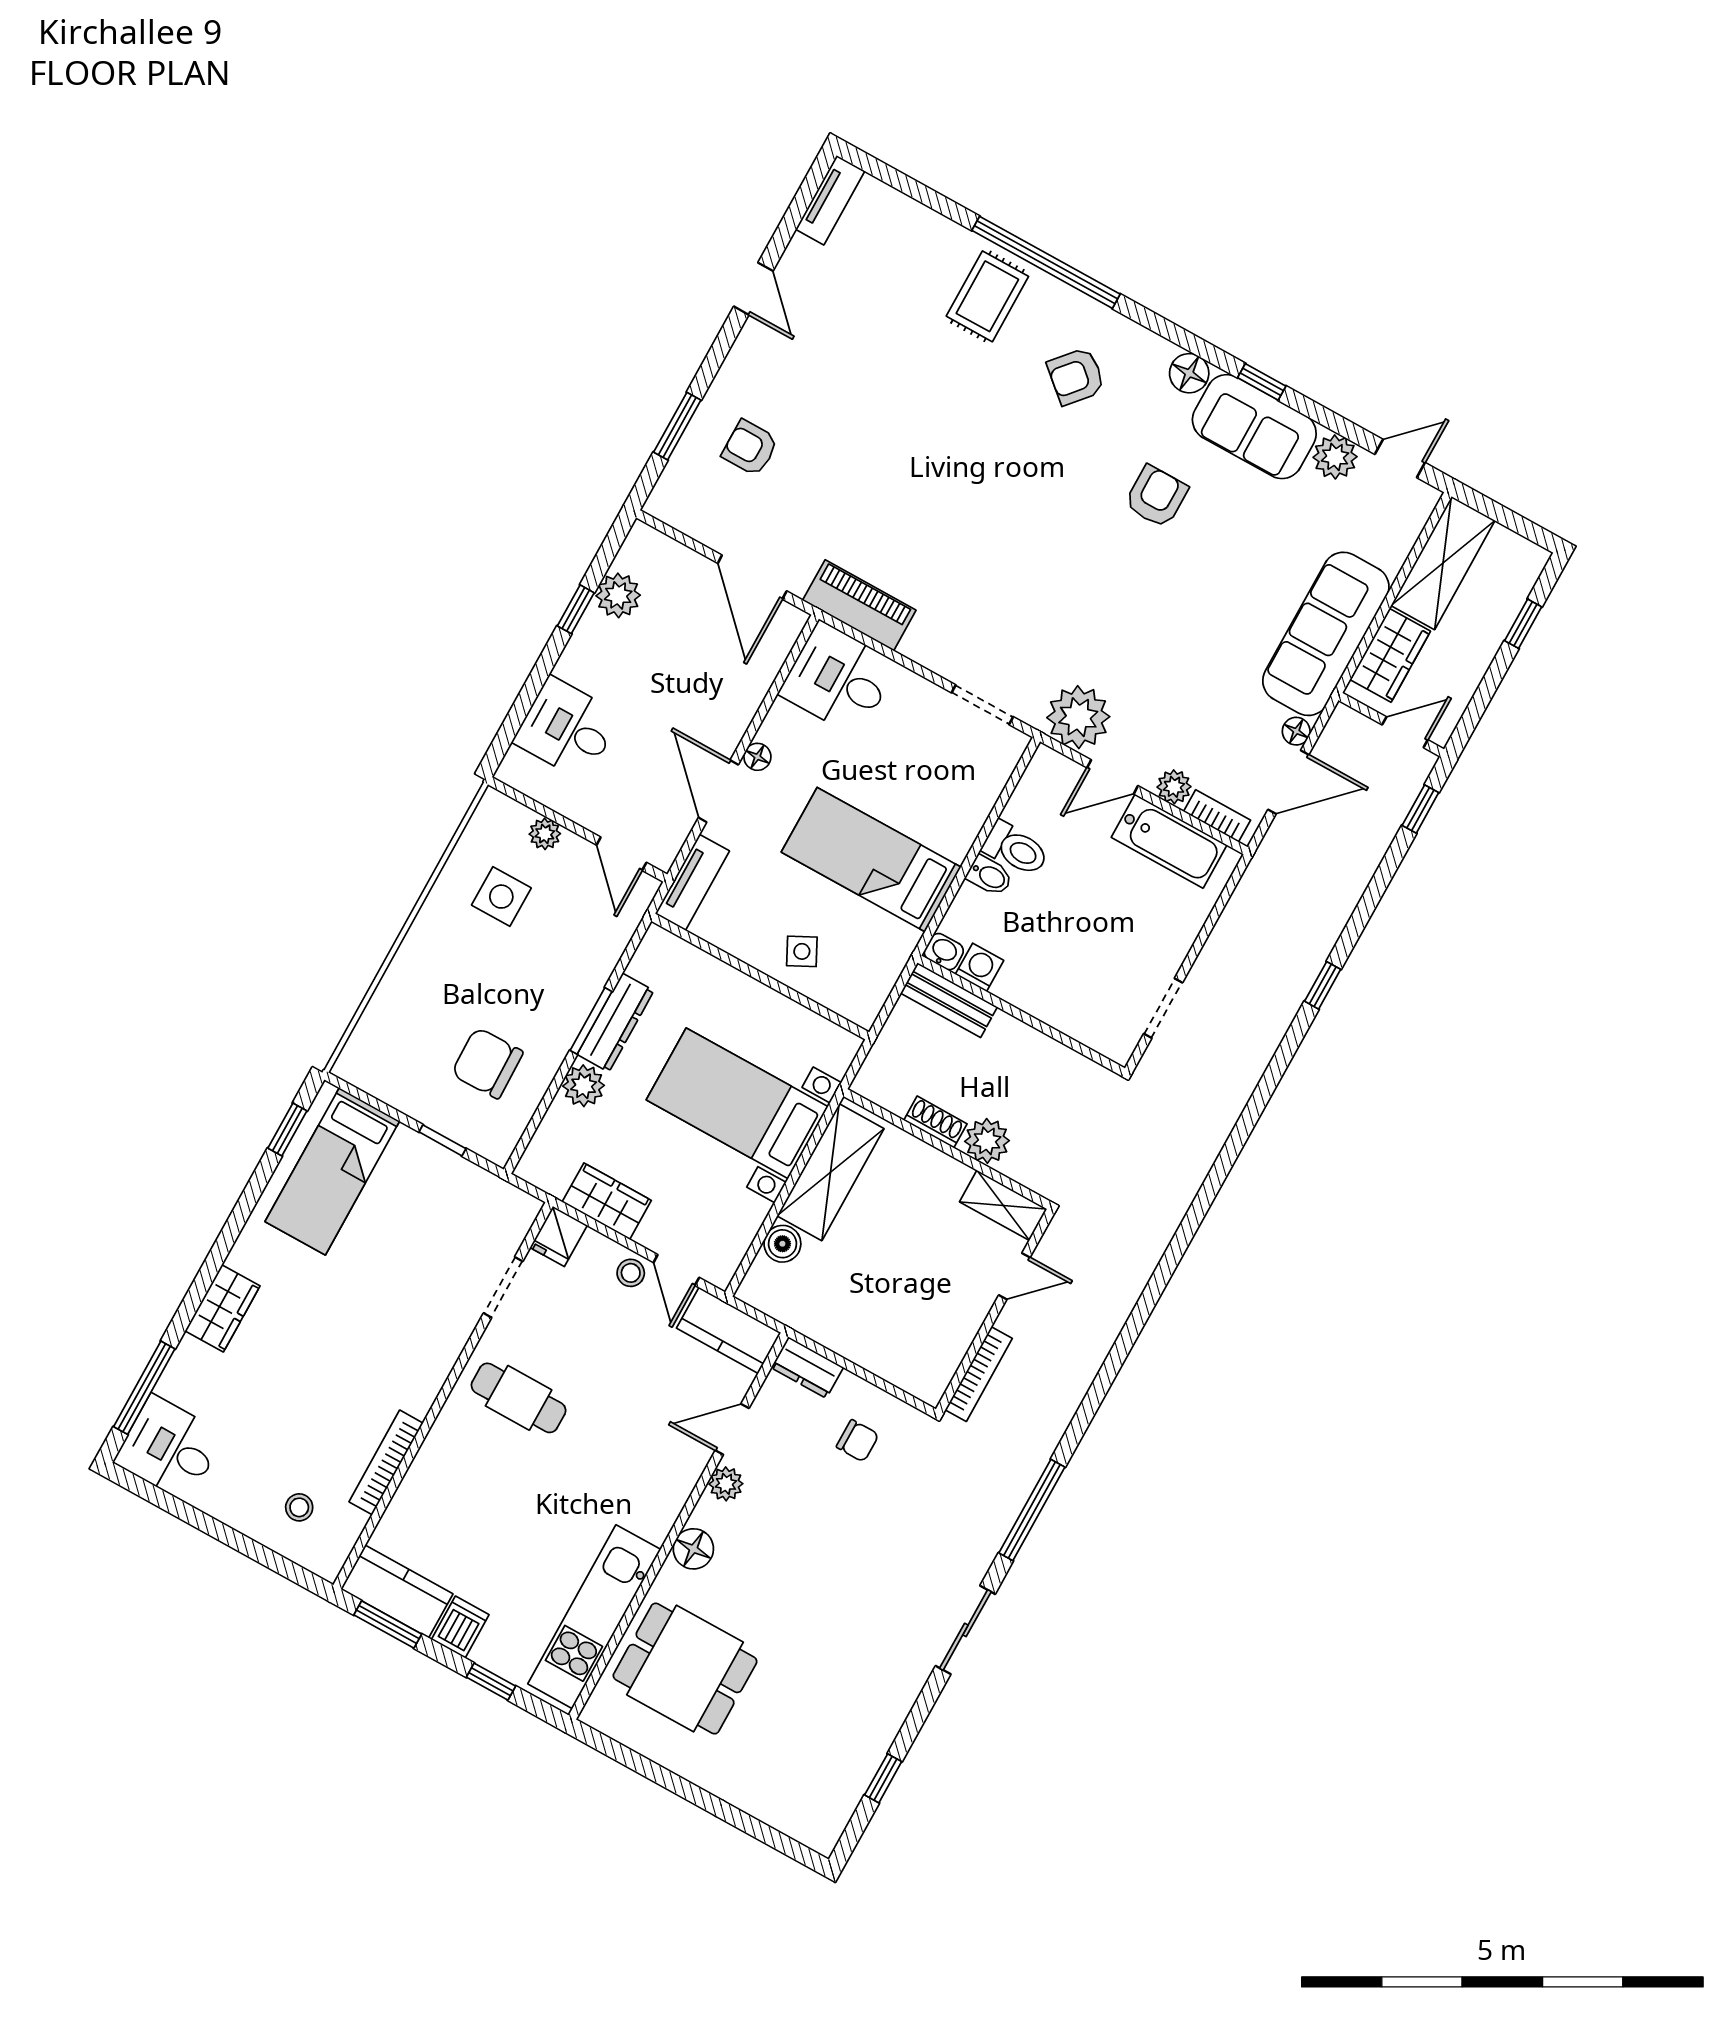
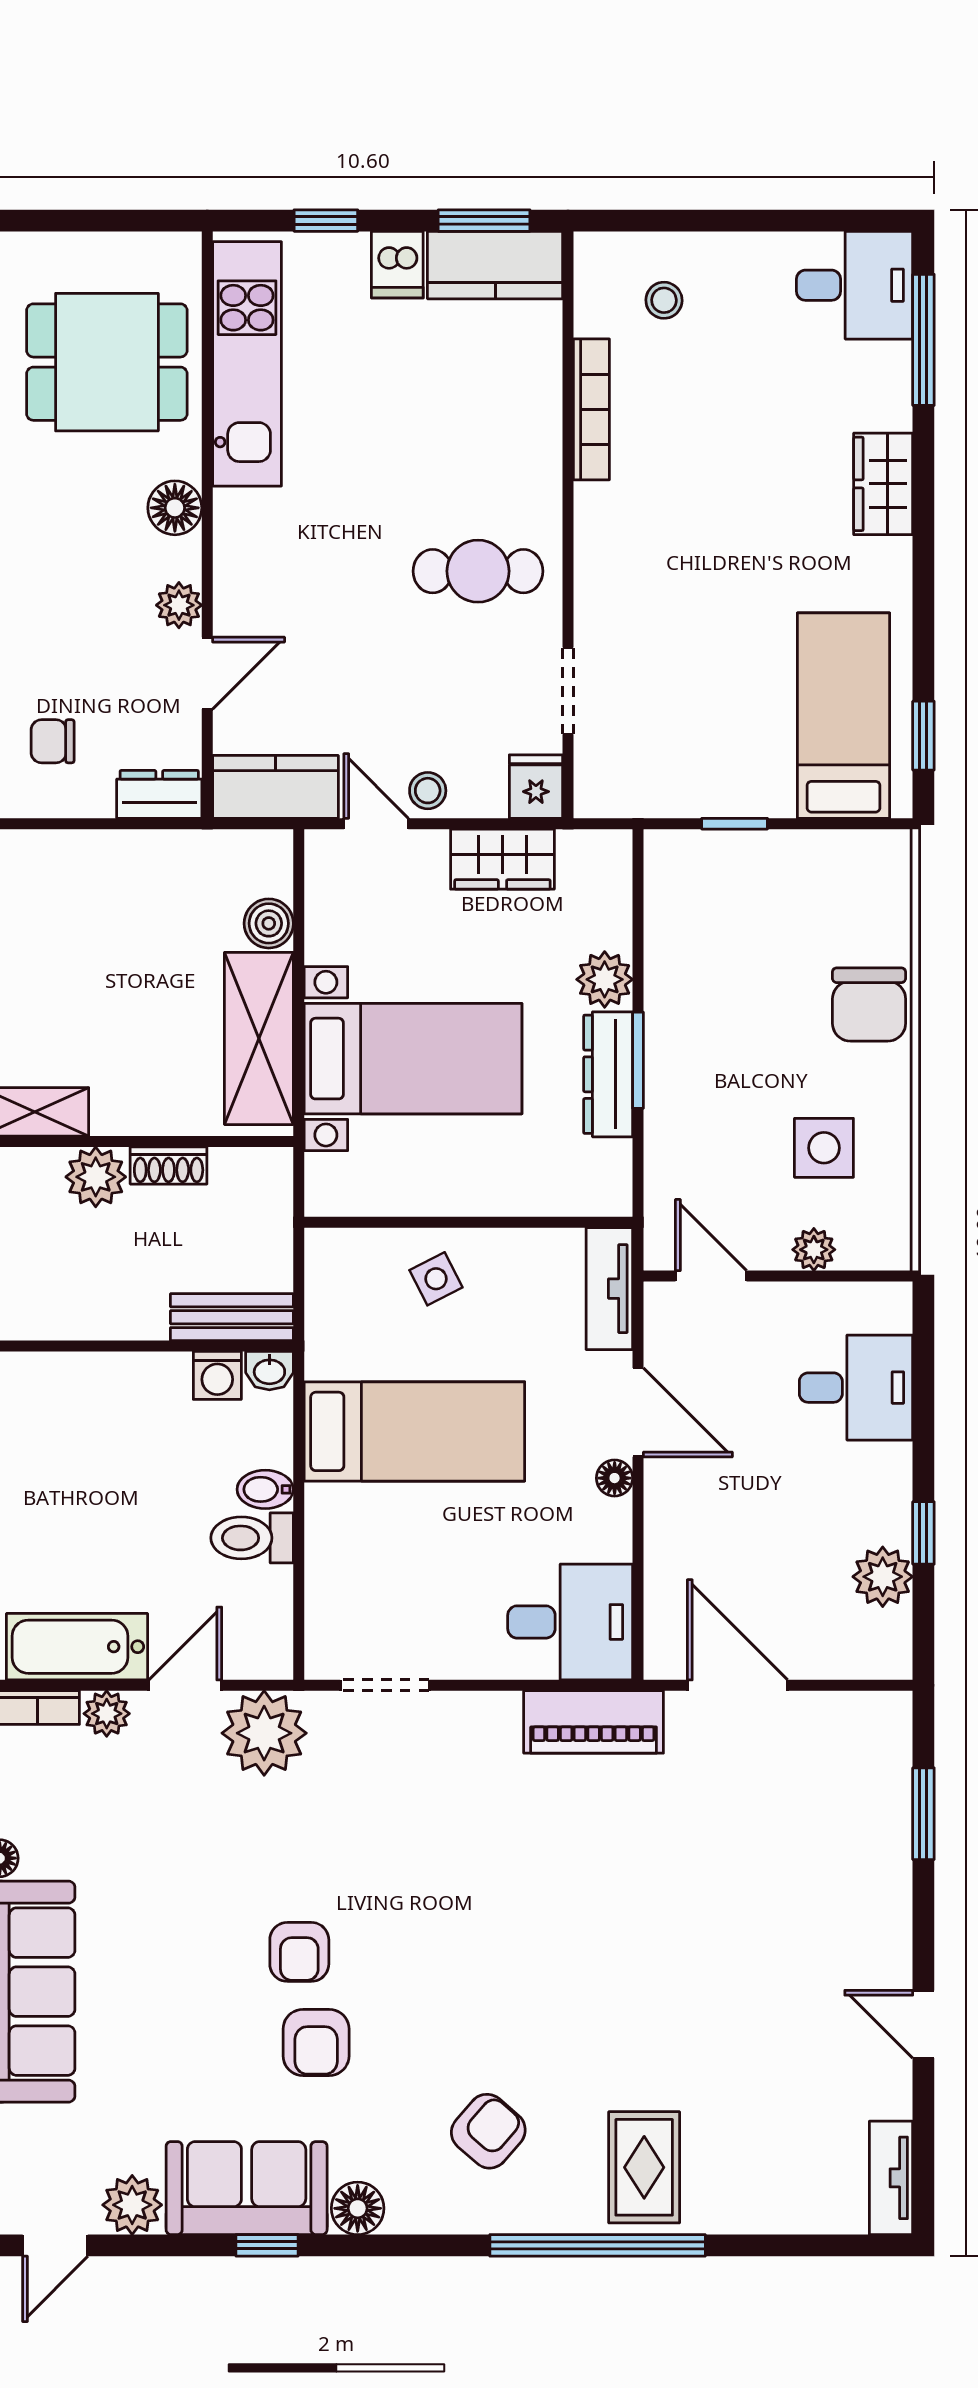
armchair: (750, 448) -> (299, 1952), moved, turned 90
chair: (487, 1063) -> (869, 1005), moved, turned 91

